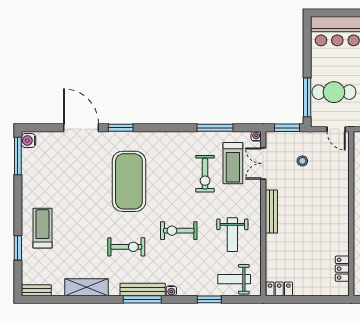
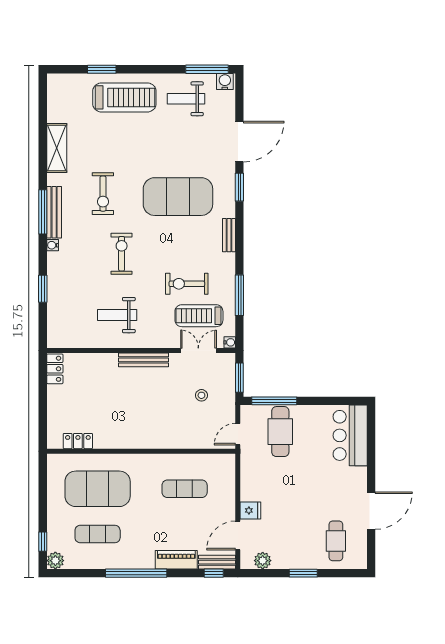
treadmill: (42, 228) -> (124, 97), width x1.37, depth x1.38
weight bench: (234, 279) -> (186, 99), moved, turned -90
bench: (36, 290) -> (229, 235), moved

